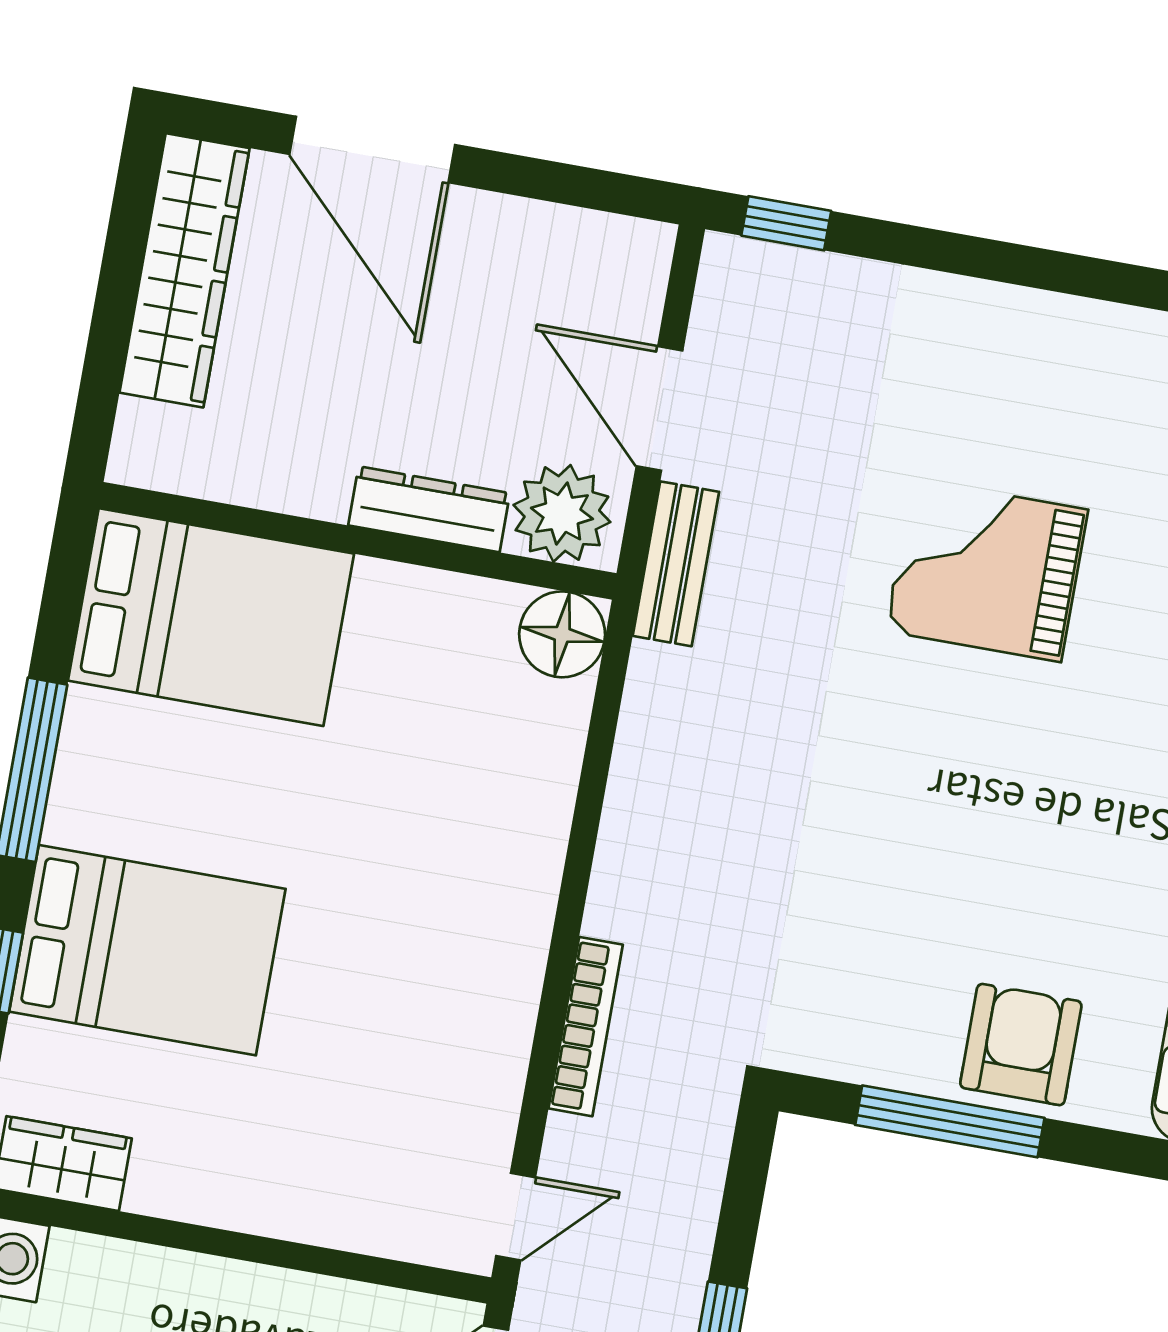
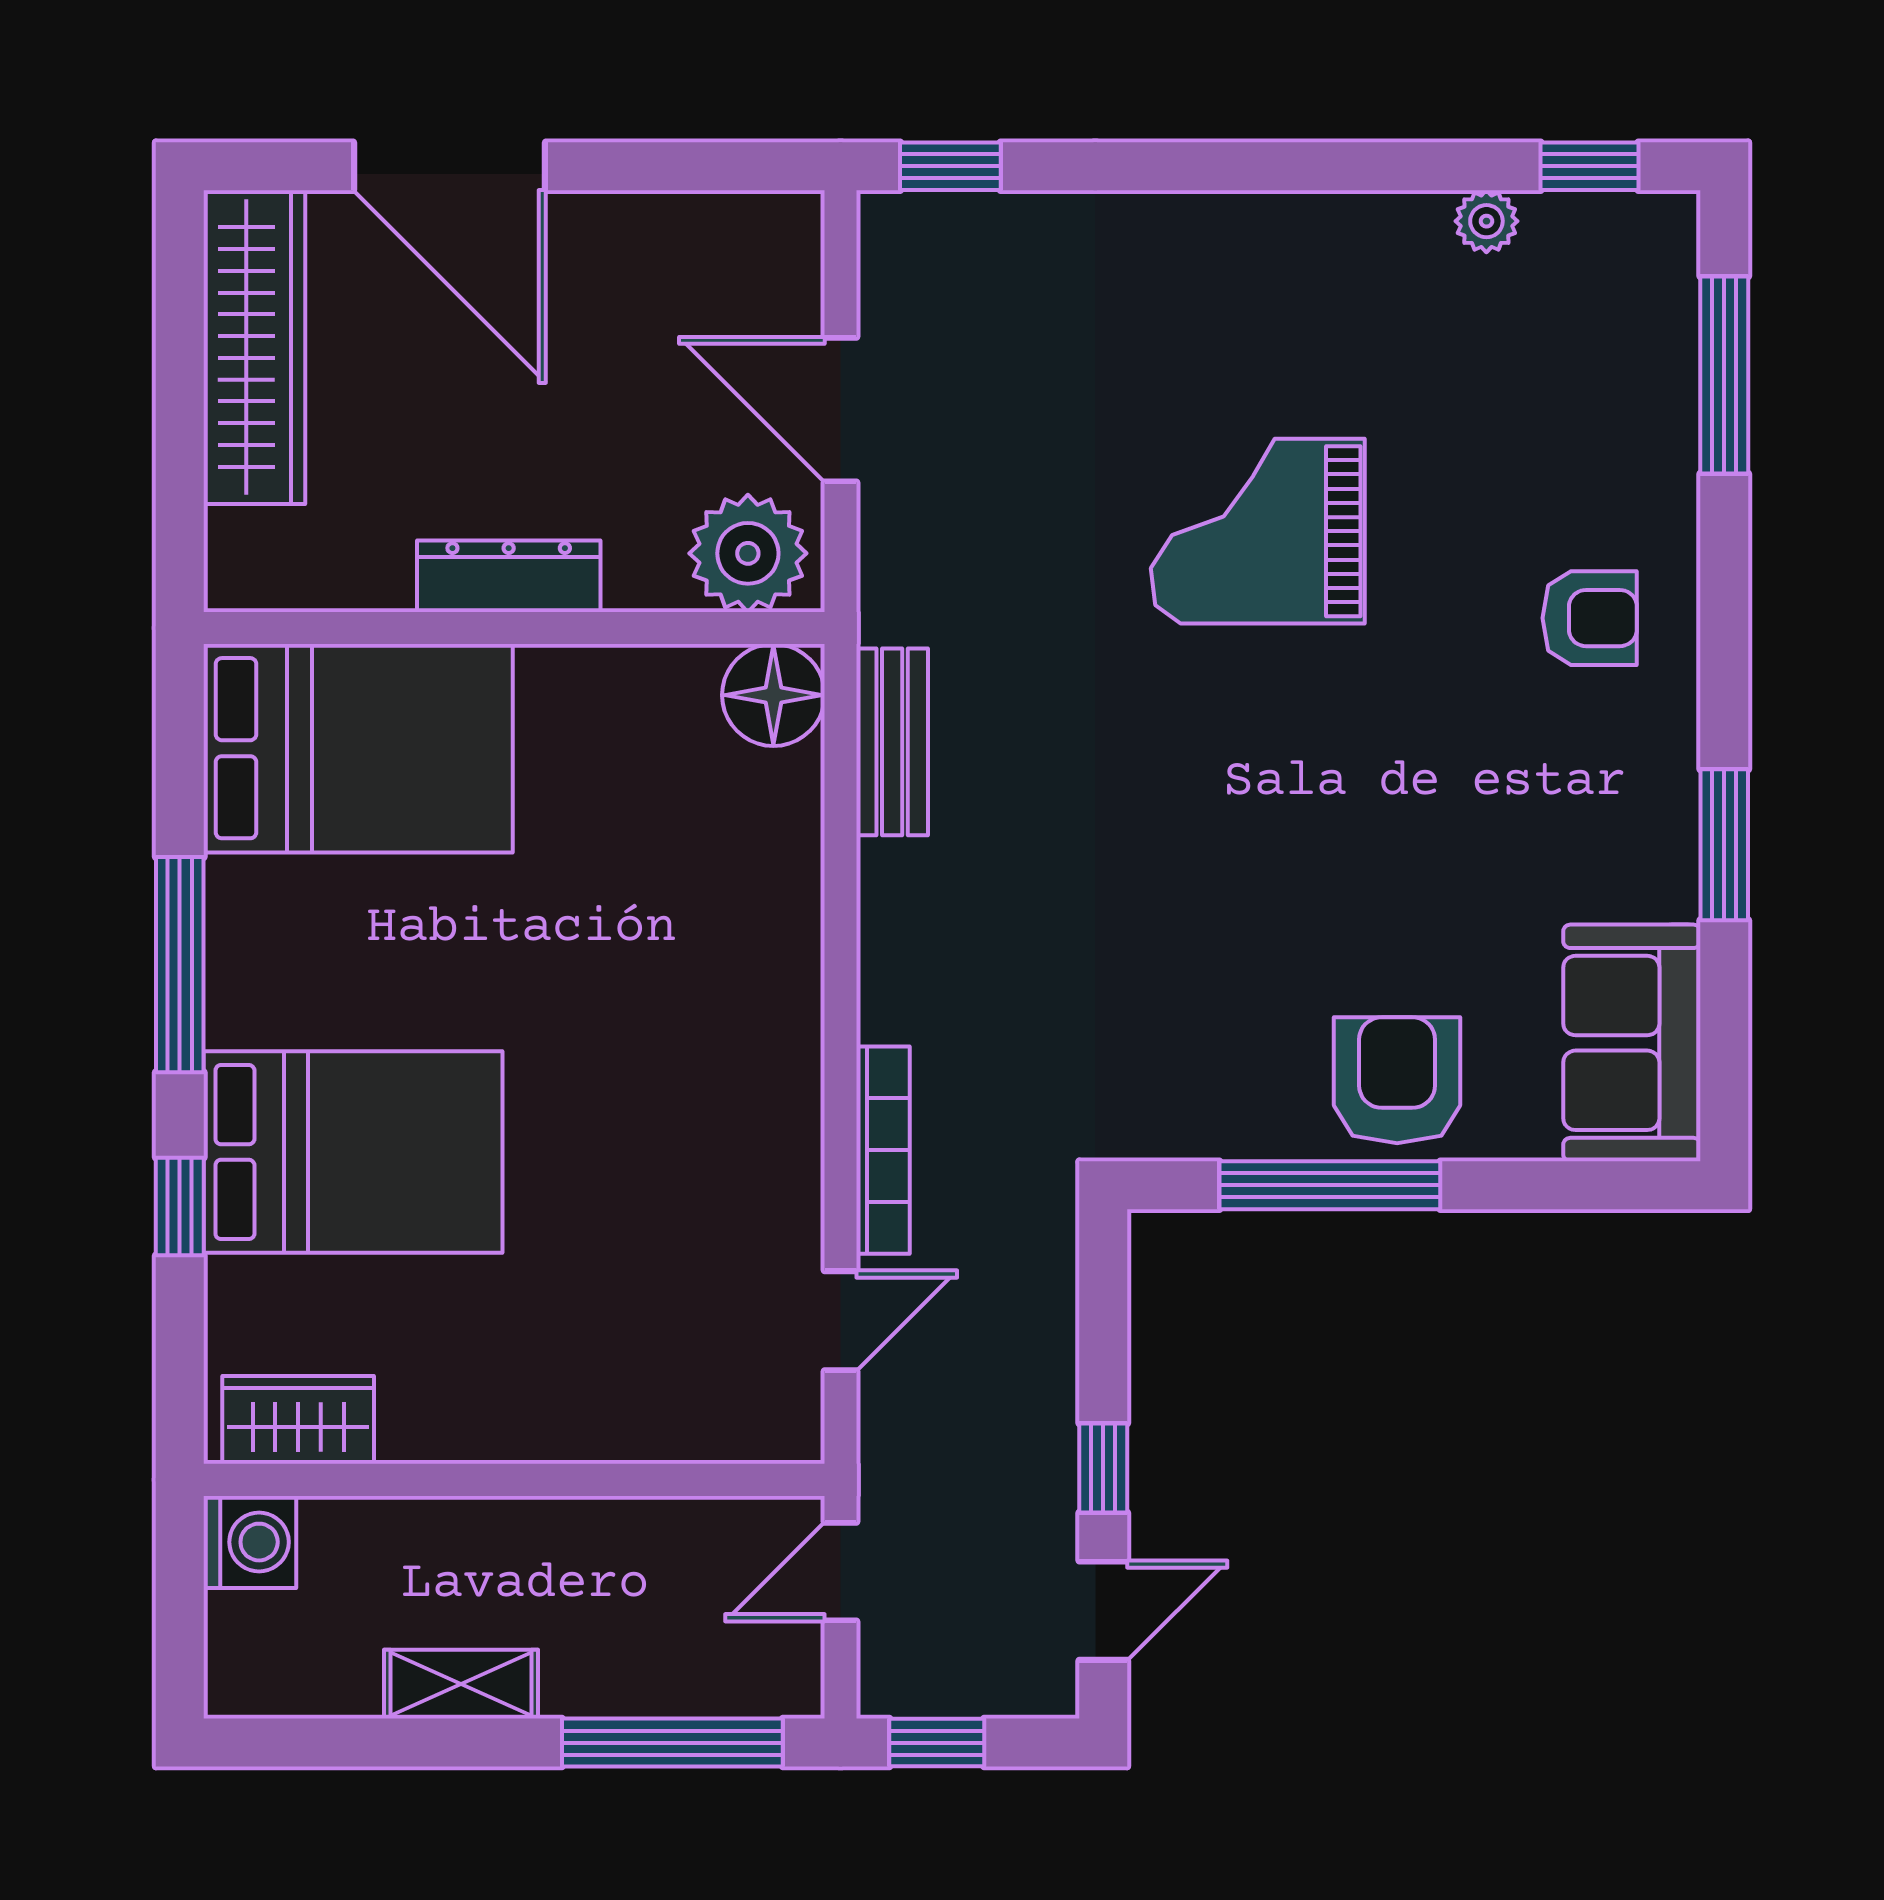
dresser: (429, 509) -> (509, 576), moved
bench: (676, 564) -> (892, 742), moved
door: (516, 1217) -> (841, 1321), moved

